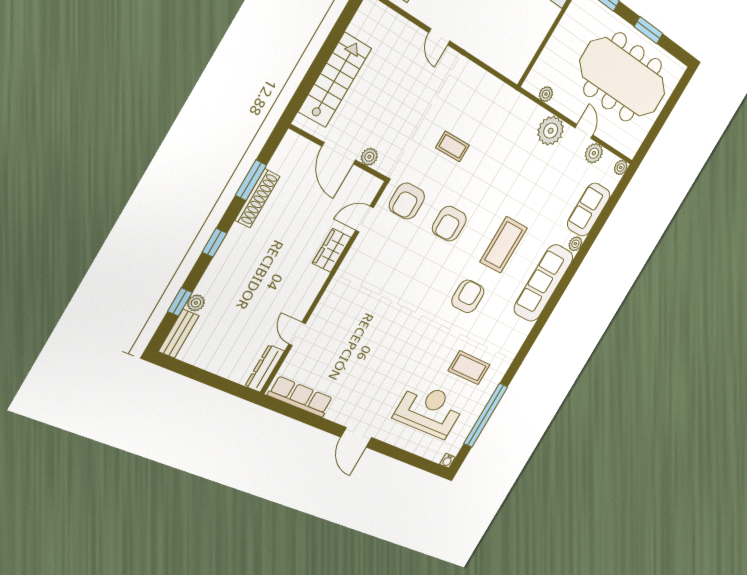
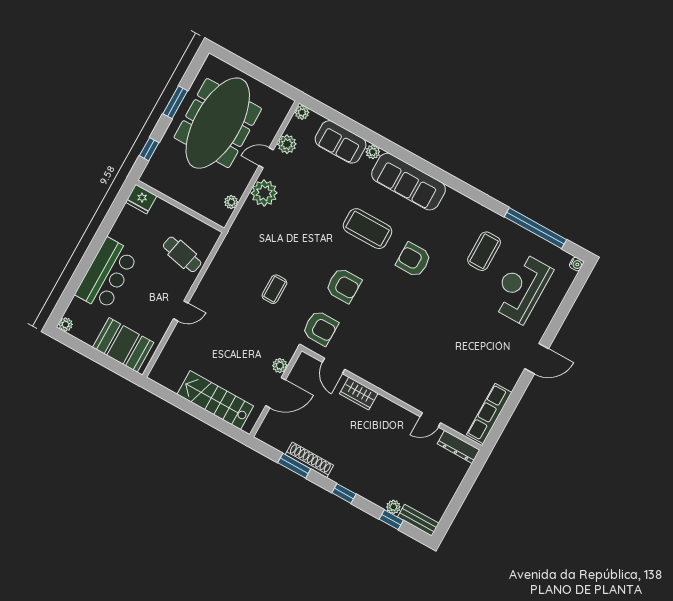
cafe table: (499, 38) -> (182, 254), added

